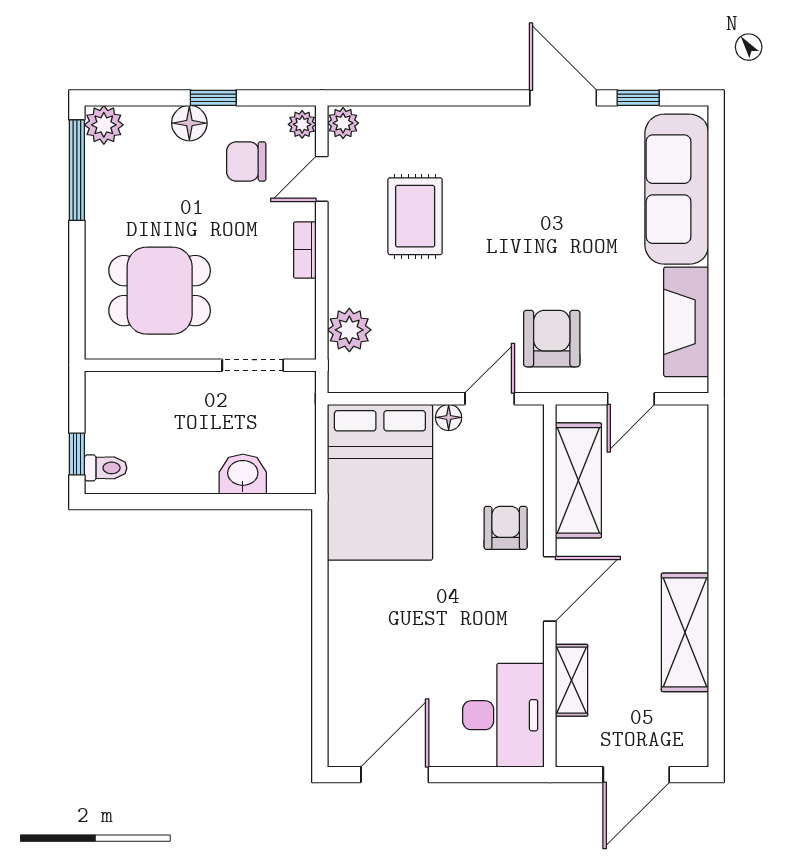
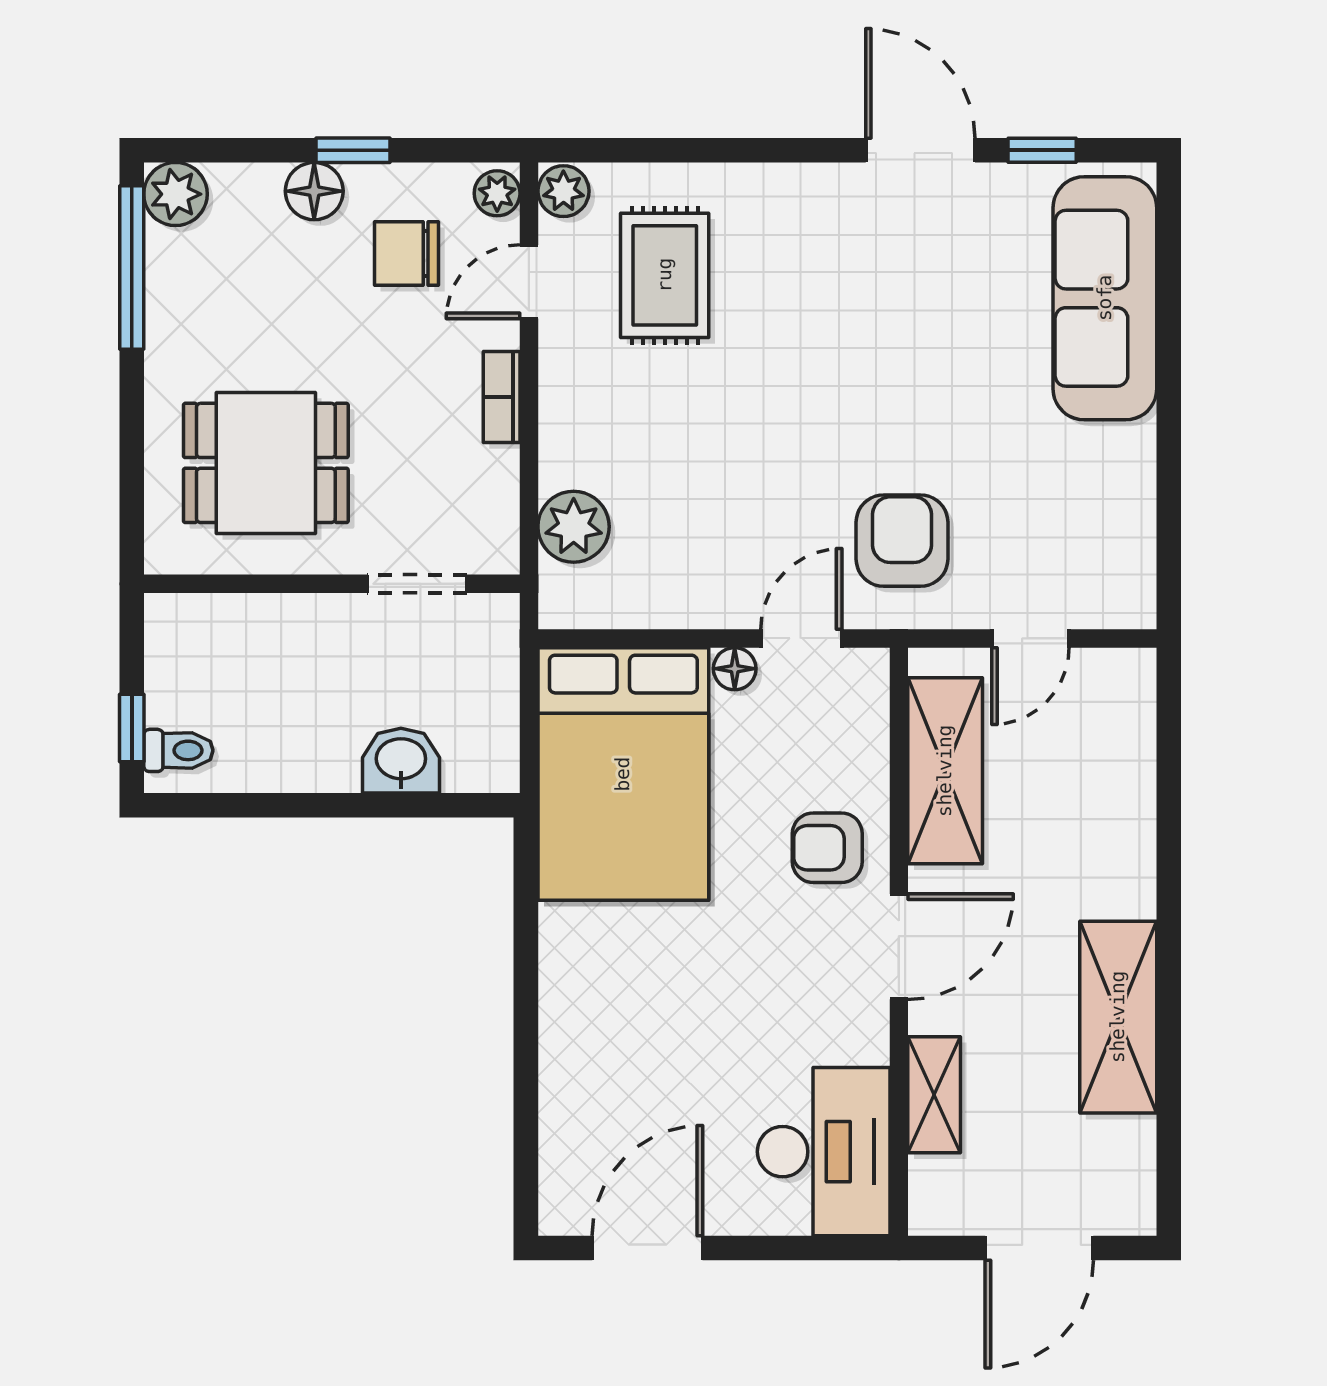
rug: (415, 216) -> (665, 275), moved
fireplace: (686, 322) -> (1120, 514), removed
armchair: (506, 528) -> (827, 848), turned -90

